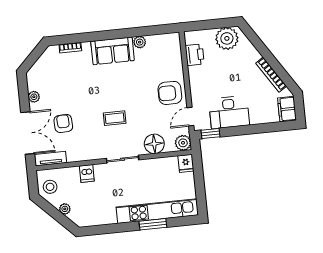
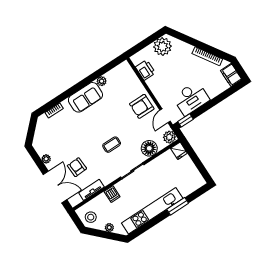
tv unit: (51, 159) -> (91, 190), moved
kitchen unit: (157, 211) -> (152, 211), moved

